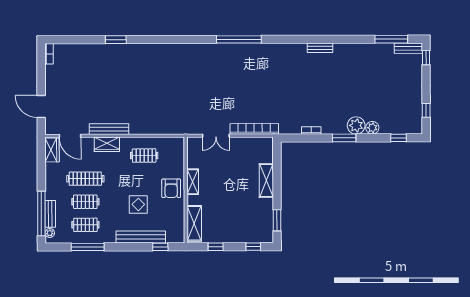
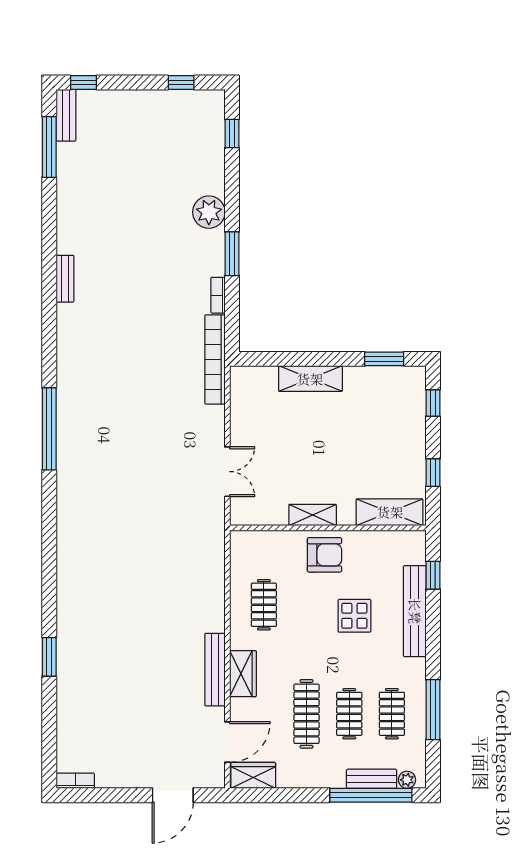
plant: (372, 128) -> (213, 182), removed
bookcase: (254, 129) -> (215, 359), moved
window: (344, 138) -> (232, 254), moved

